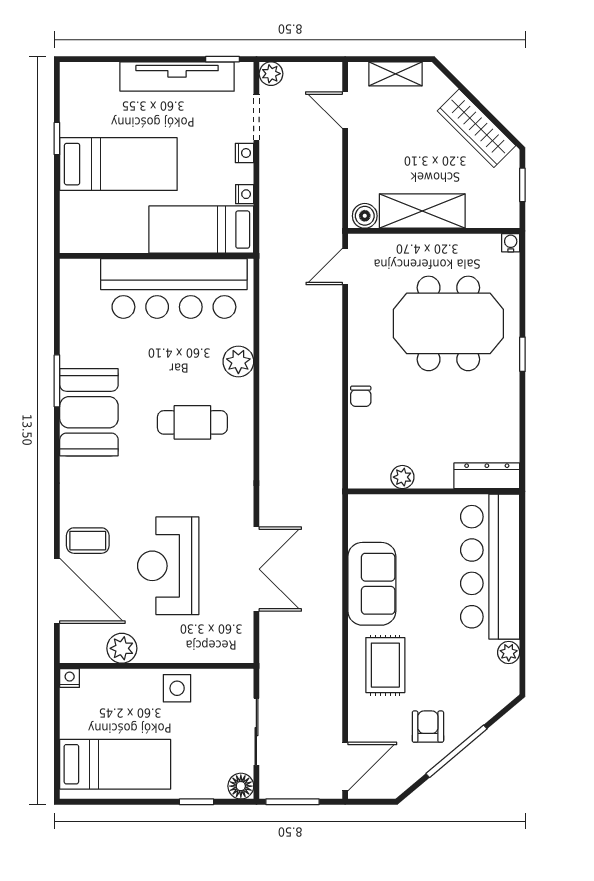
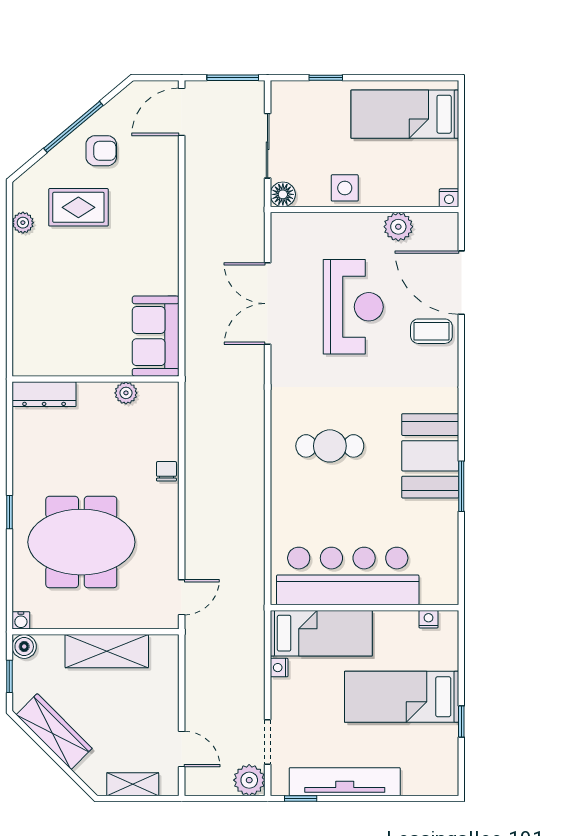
plant: (271, 74) -> (249, 780), width x1.38, depth x1.38
nightstand: (245, 153) -> (429, 619), moved, turned 90
boiler: (365, 216) -> (24, 647), moved
plant: (238, 362) -> (285, 505), removed
bar counter: (490, 567) -> (41, 306), removed
sofa: (372, 584) -> (156, 336), moved
rug: (385, 665) -> (78, 207), moved, turned 90
armchair: (428, 727) -> (101, 151), turned -90
floor lamp: (241, 786) -> (283, 194), moved

